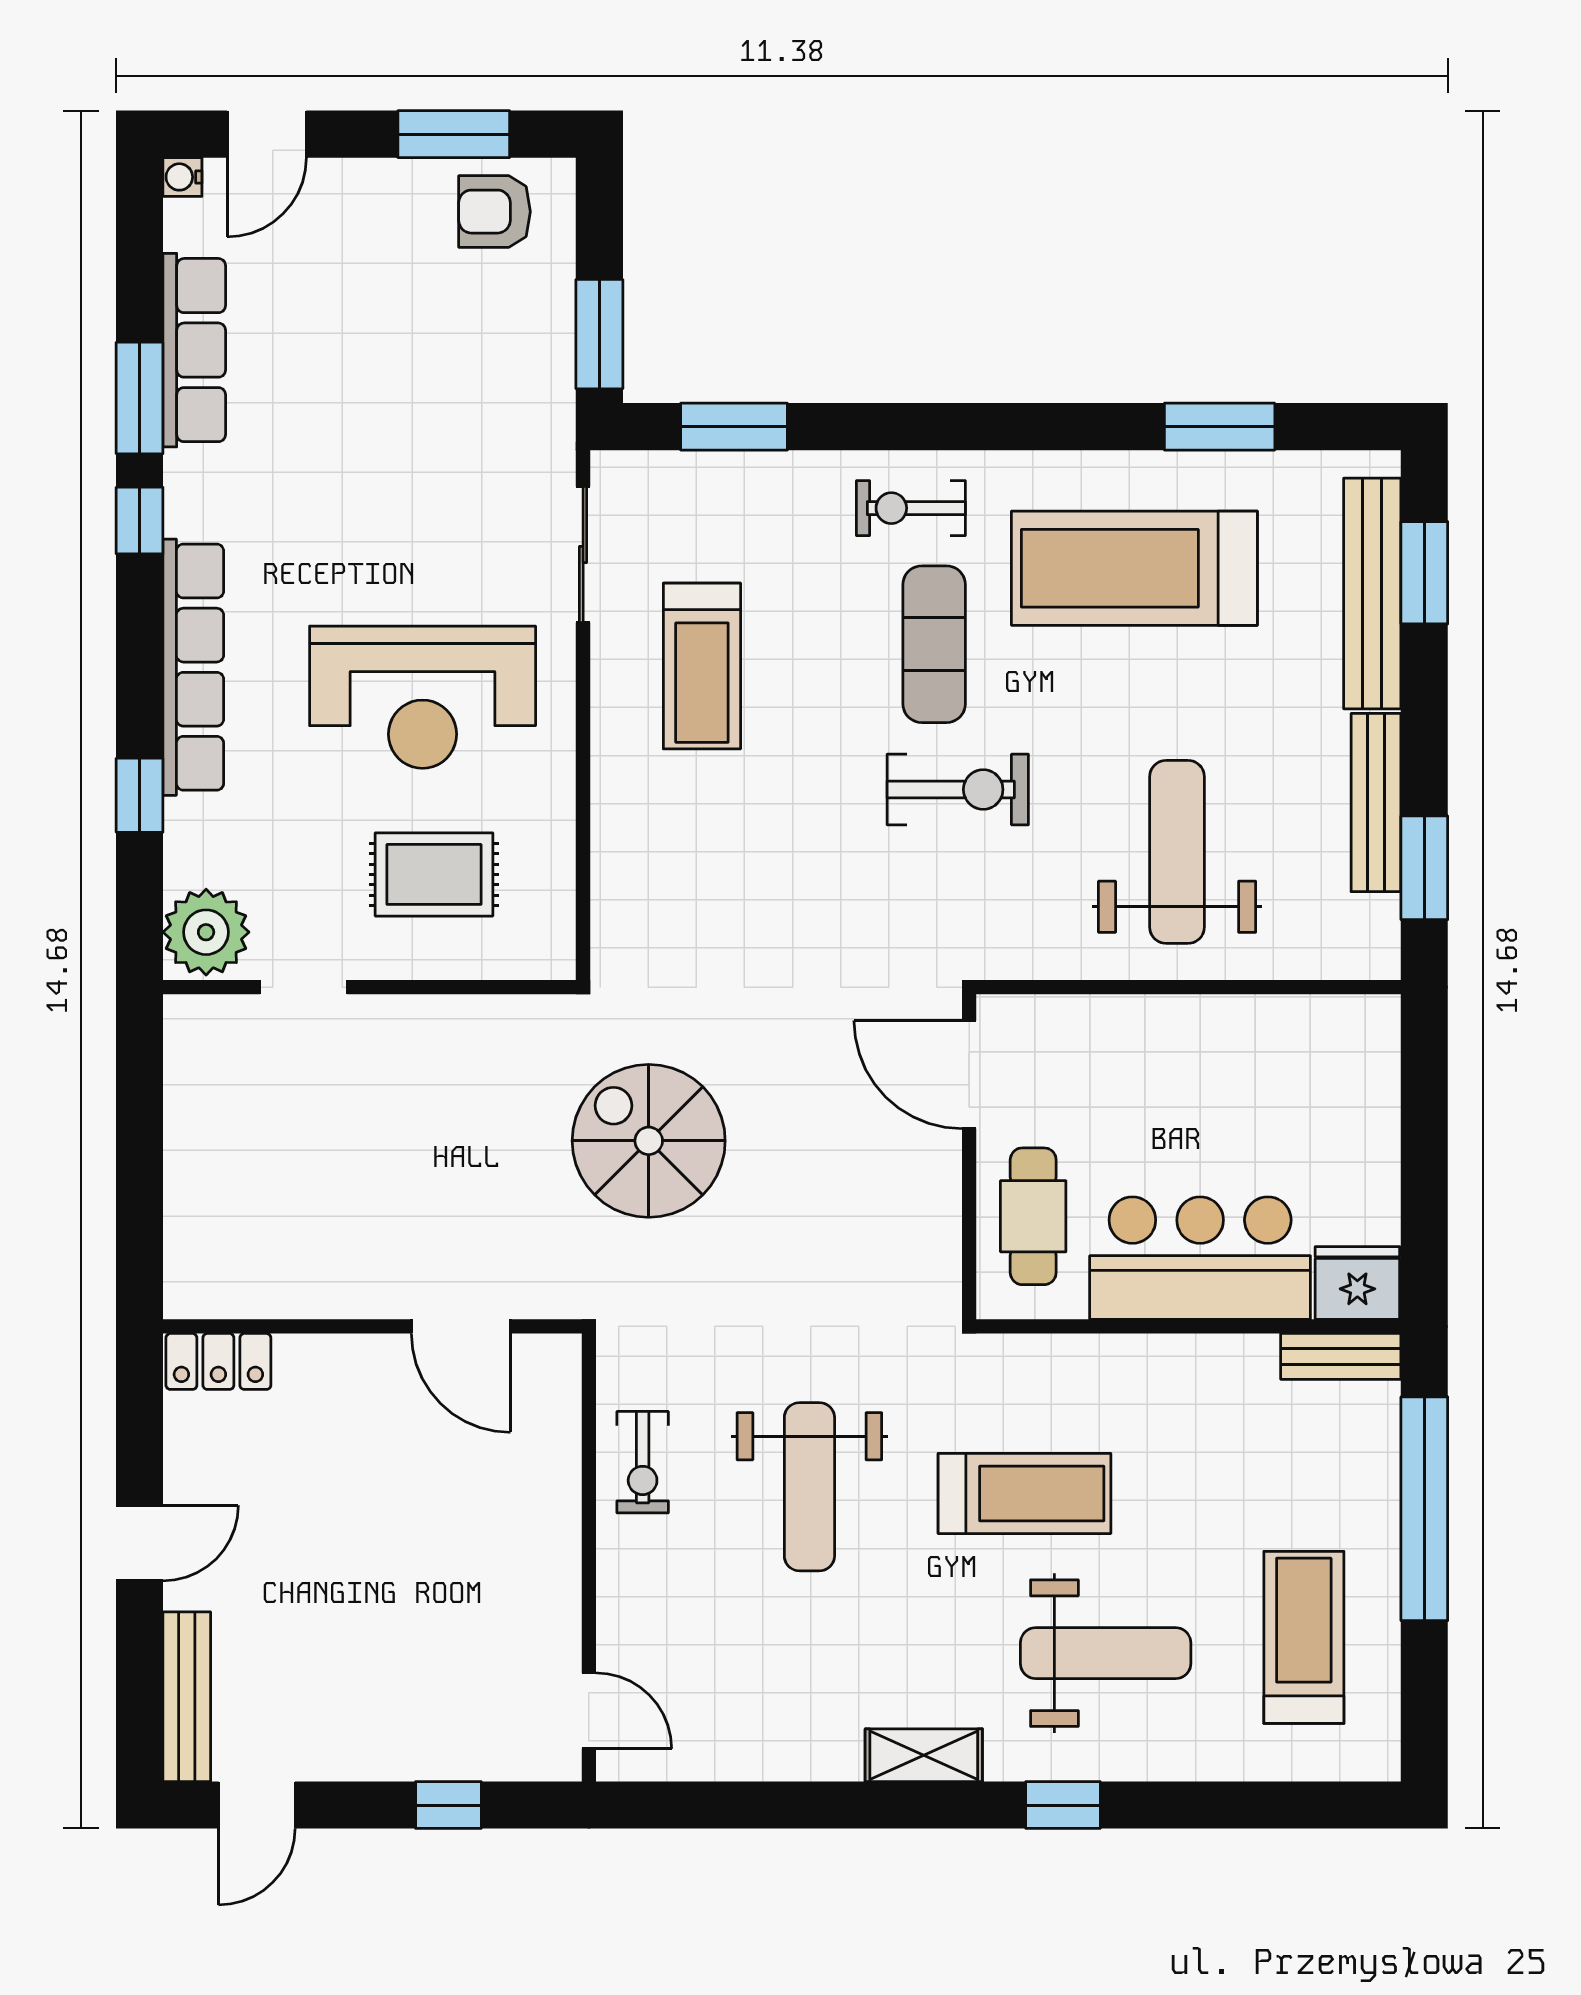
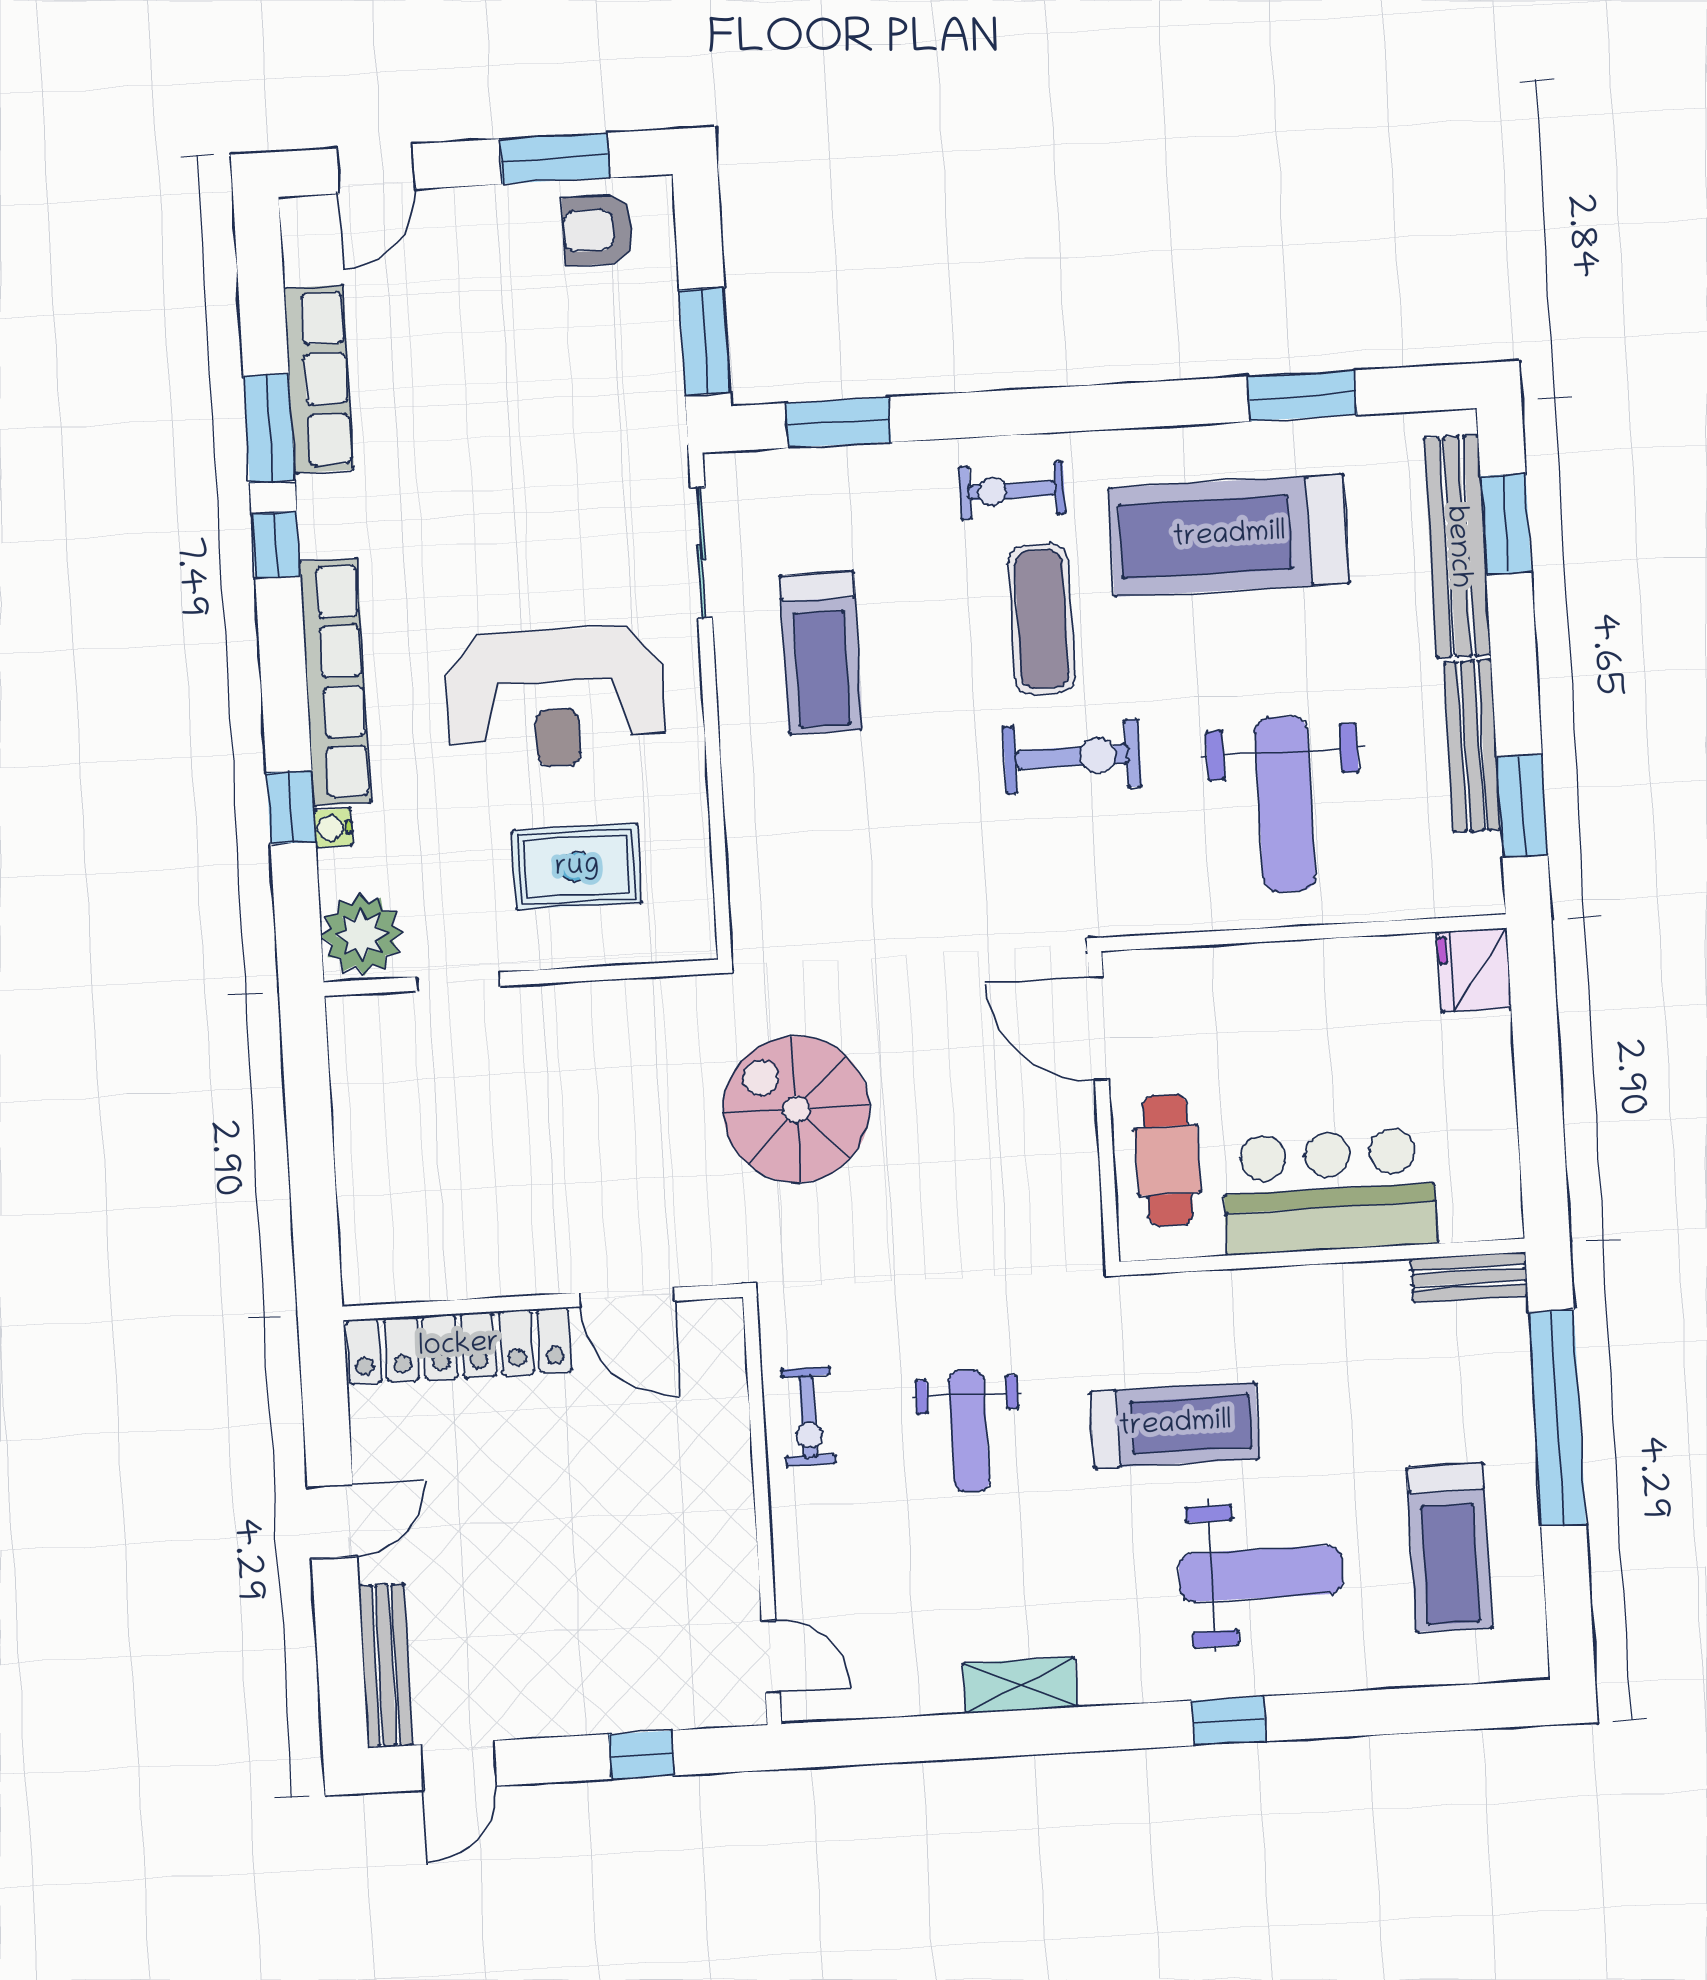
water cooler: (182, 177) -> (333, 828), moved
weight bench: (1177, 852) -> (1285, 804), turned 180
fridge: (1357, 1283) -> (1474, 970), moved, turned -90
locker: (218, 1361) -> (459, 1346), width x2.16, depth x1.21
weight bench: (809, 1487) -> (969, 1431), width x0.73, depth x0.75
treadmill: (1304, 1637) -> (1450, 1548), turned 180
shelving: (924, 1755) -> (1020, 1685), moved

